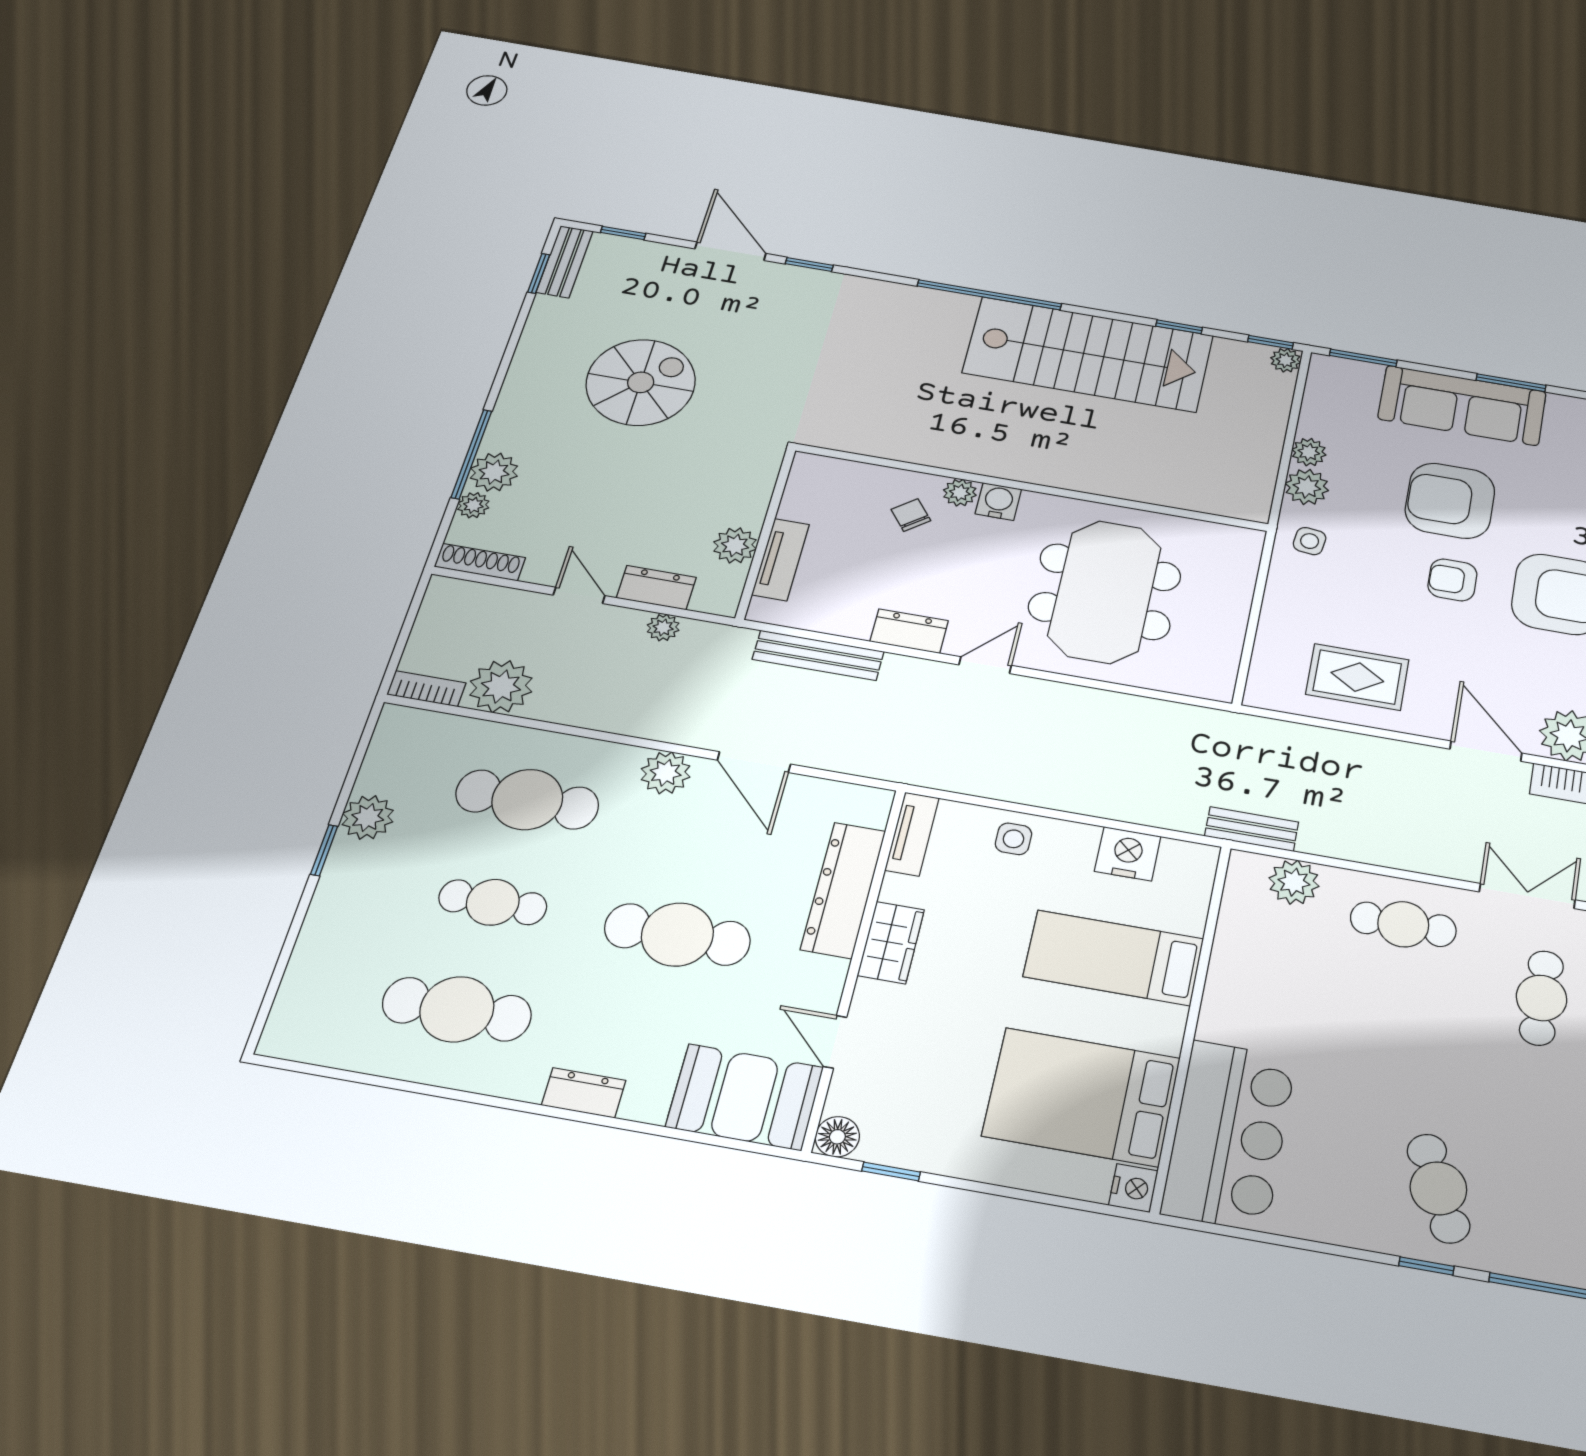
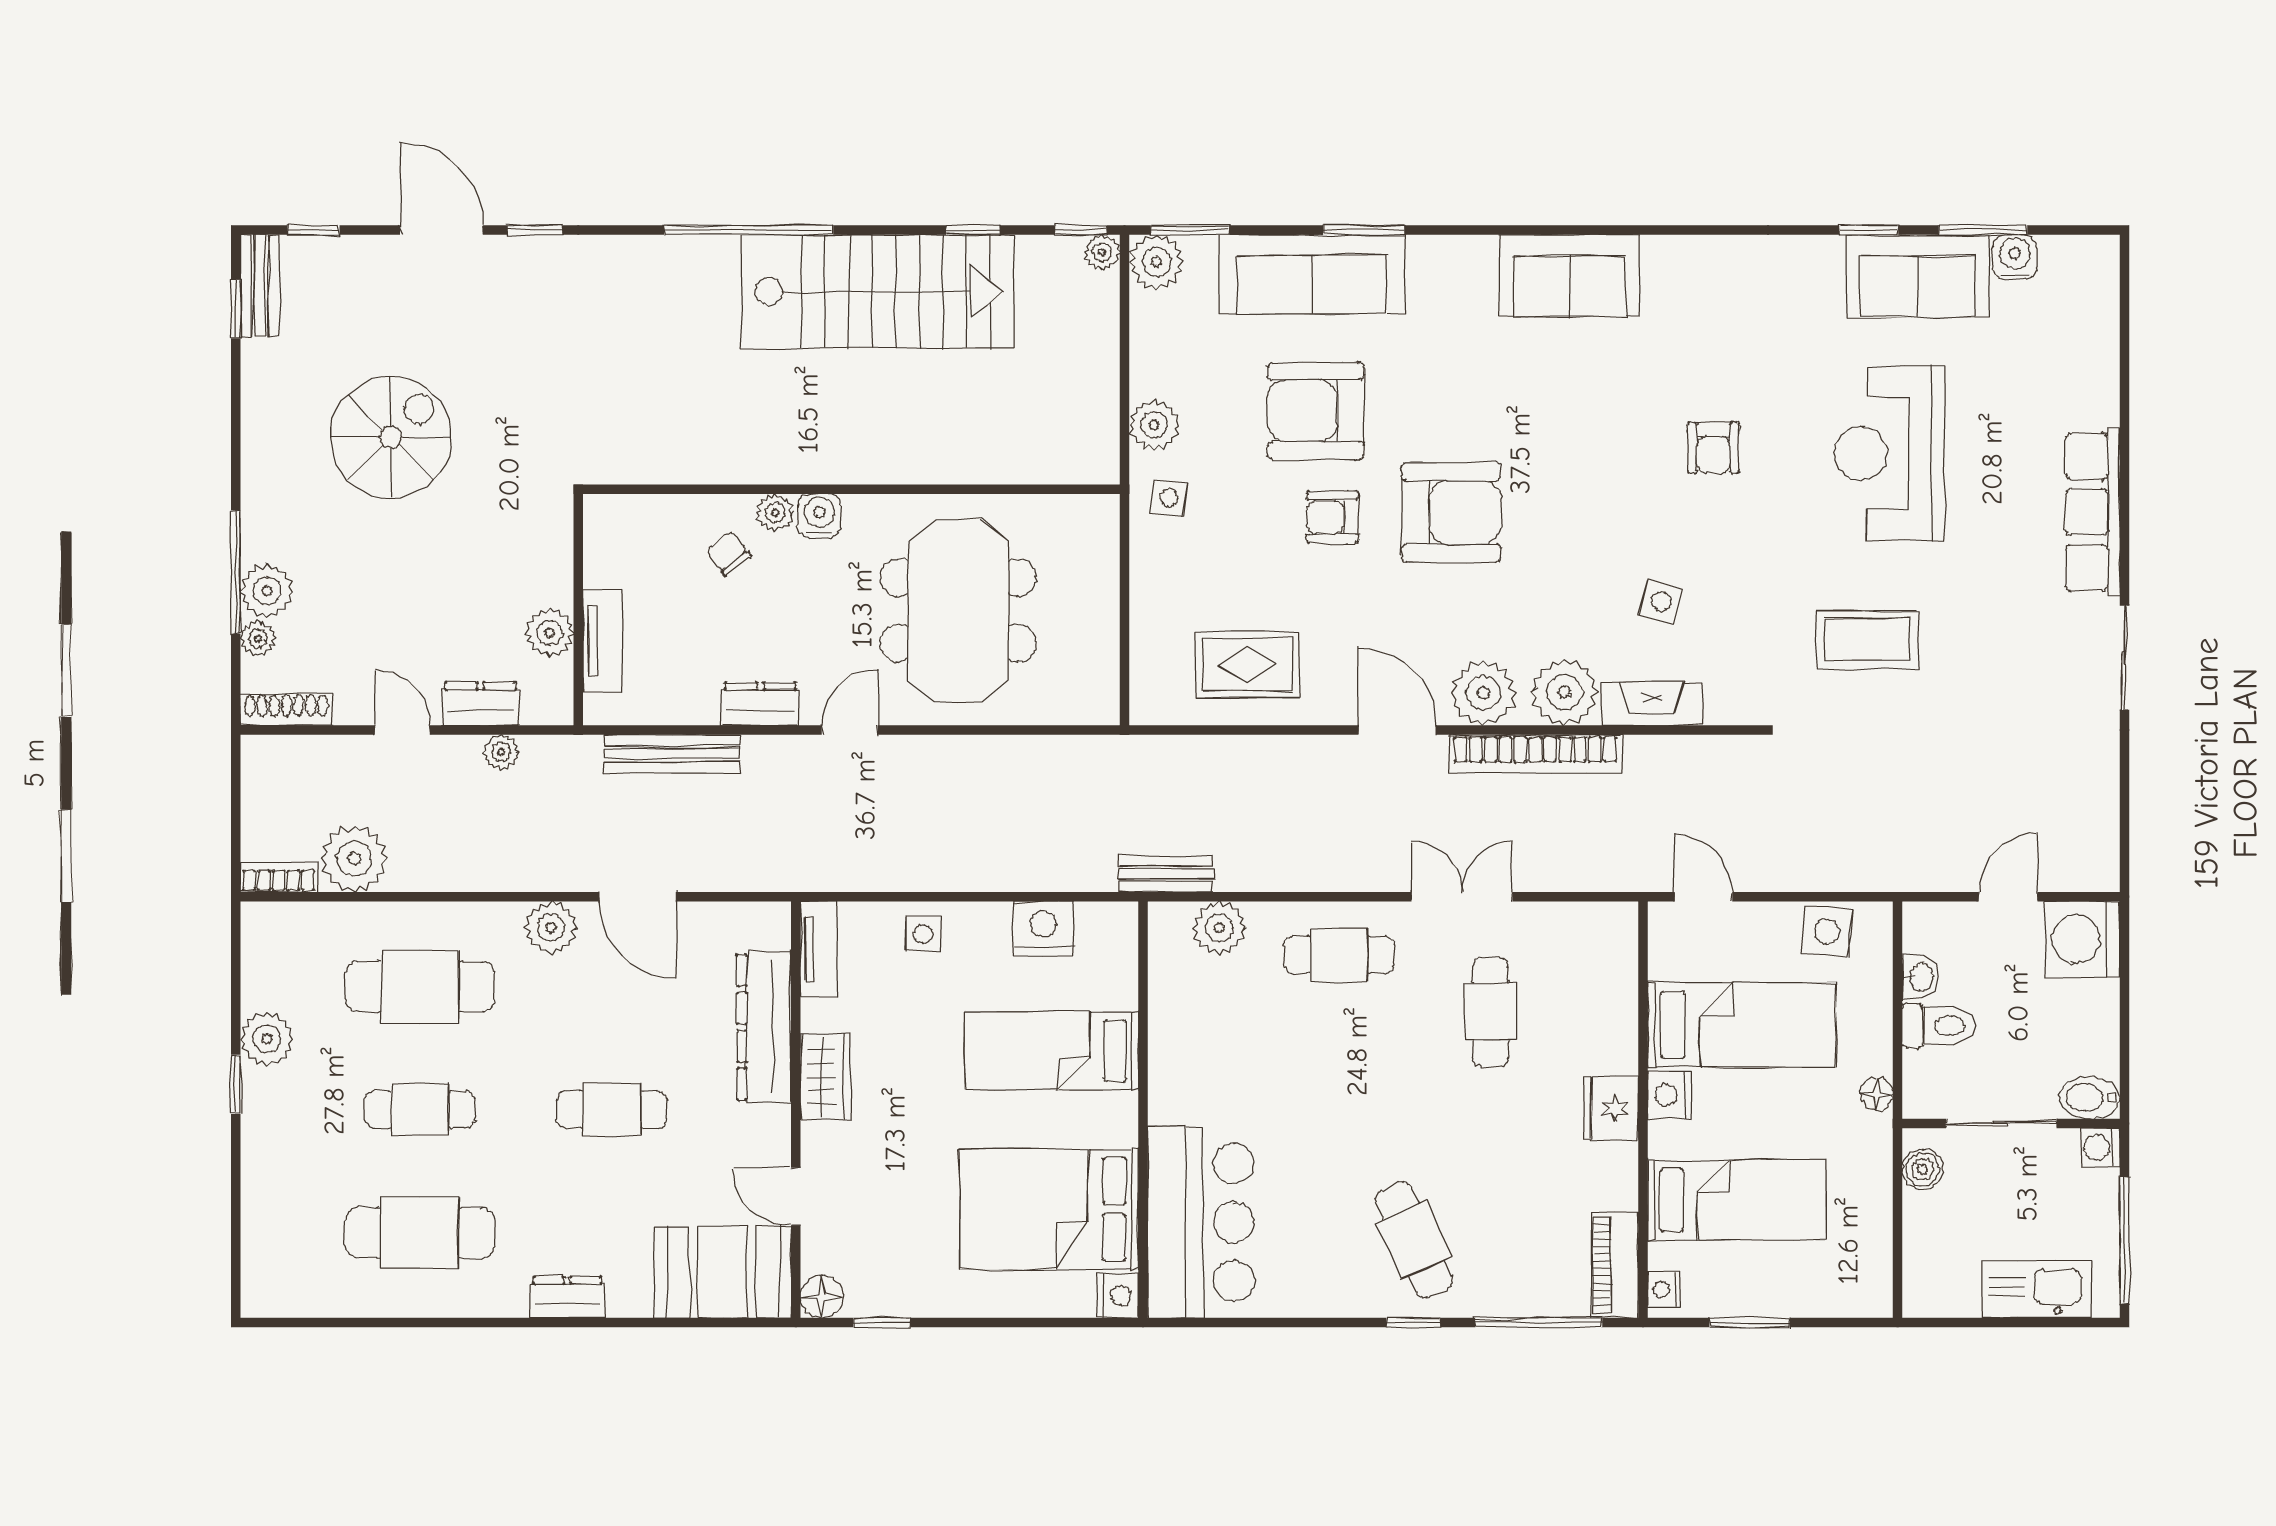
plant: (1309, 452) -> (1156, 262), moved, width x1.38, depth x1.38
cafe table: (677, 934) -> (612, 1110), width x0.73, depth x0.74

